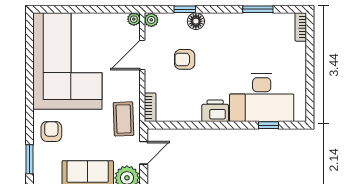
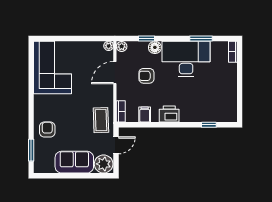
corner sofa: (67, 61) -> (52, 67), width x0.73, depth x0.74
desk: (262, 98) -> (186, 59), moved, turned 180
filing cabinet: (182, 111) -> (145, 115), added

